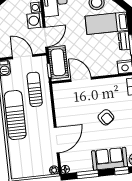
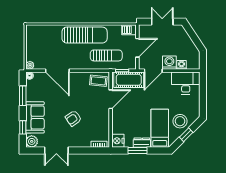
door: (45, 37) -> (153, 71), hinge flipped
coffee table: (63, 95) -> (98, 81), added

